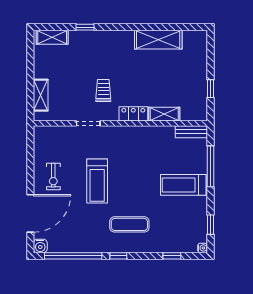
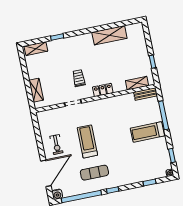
shelving: (164, 114) -> (137, 83), moved
treadmill: (97, 181) -> (87, 141), turned 180
exercise mat: (129, 224) -> (94, 173), moved

